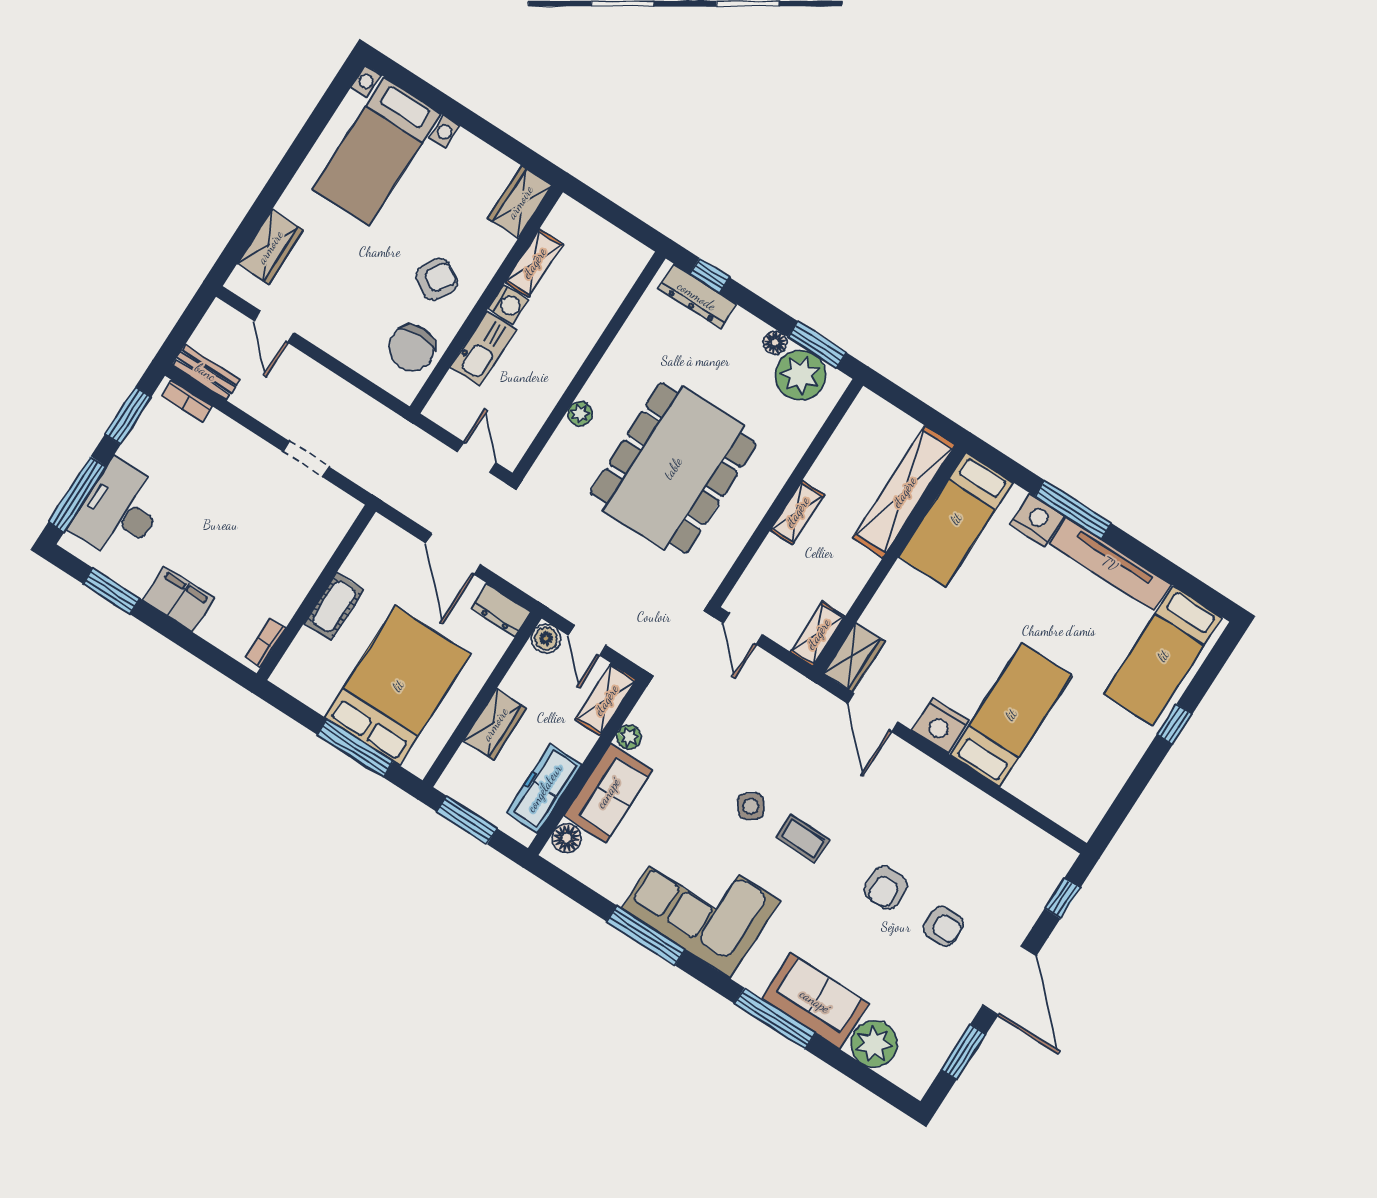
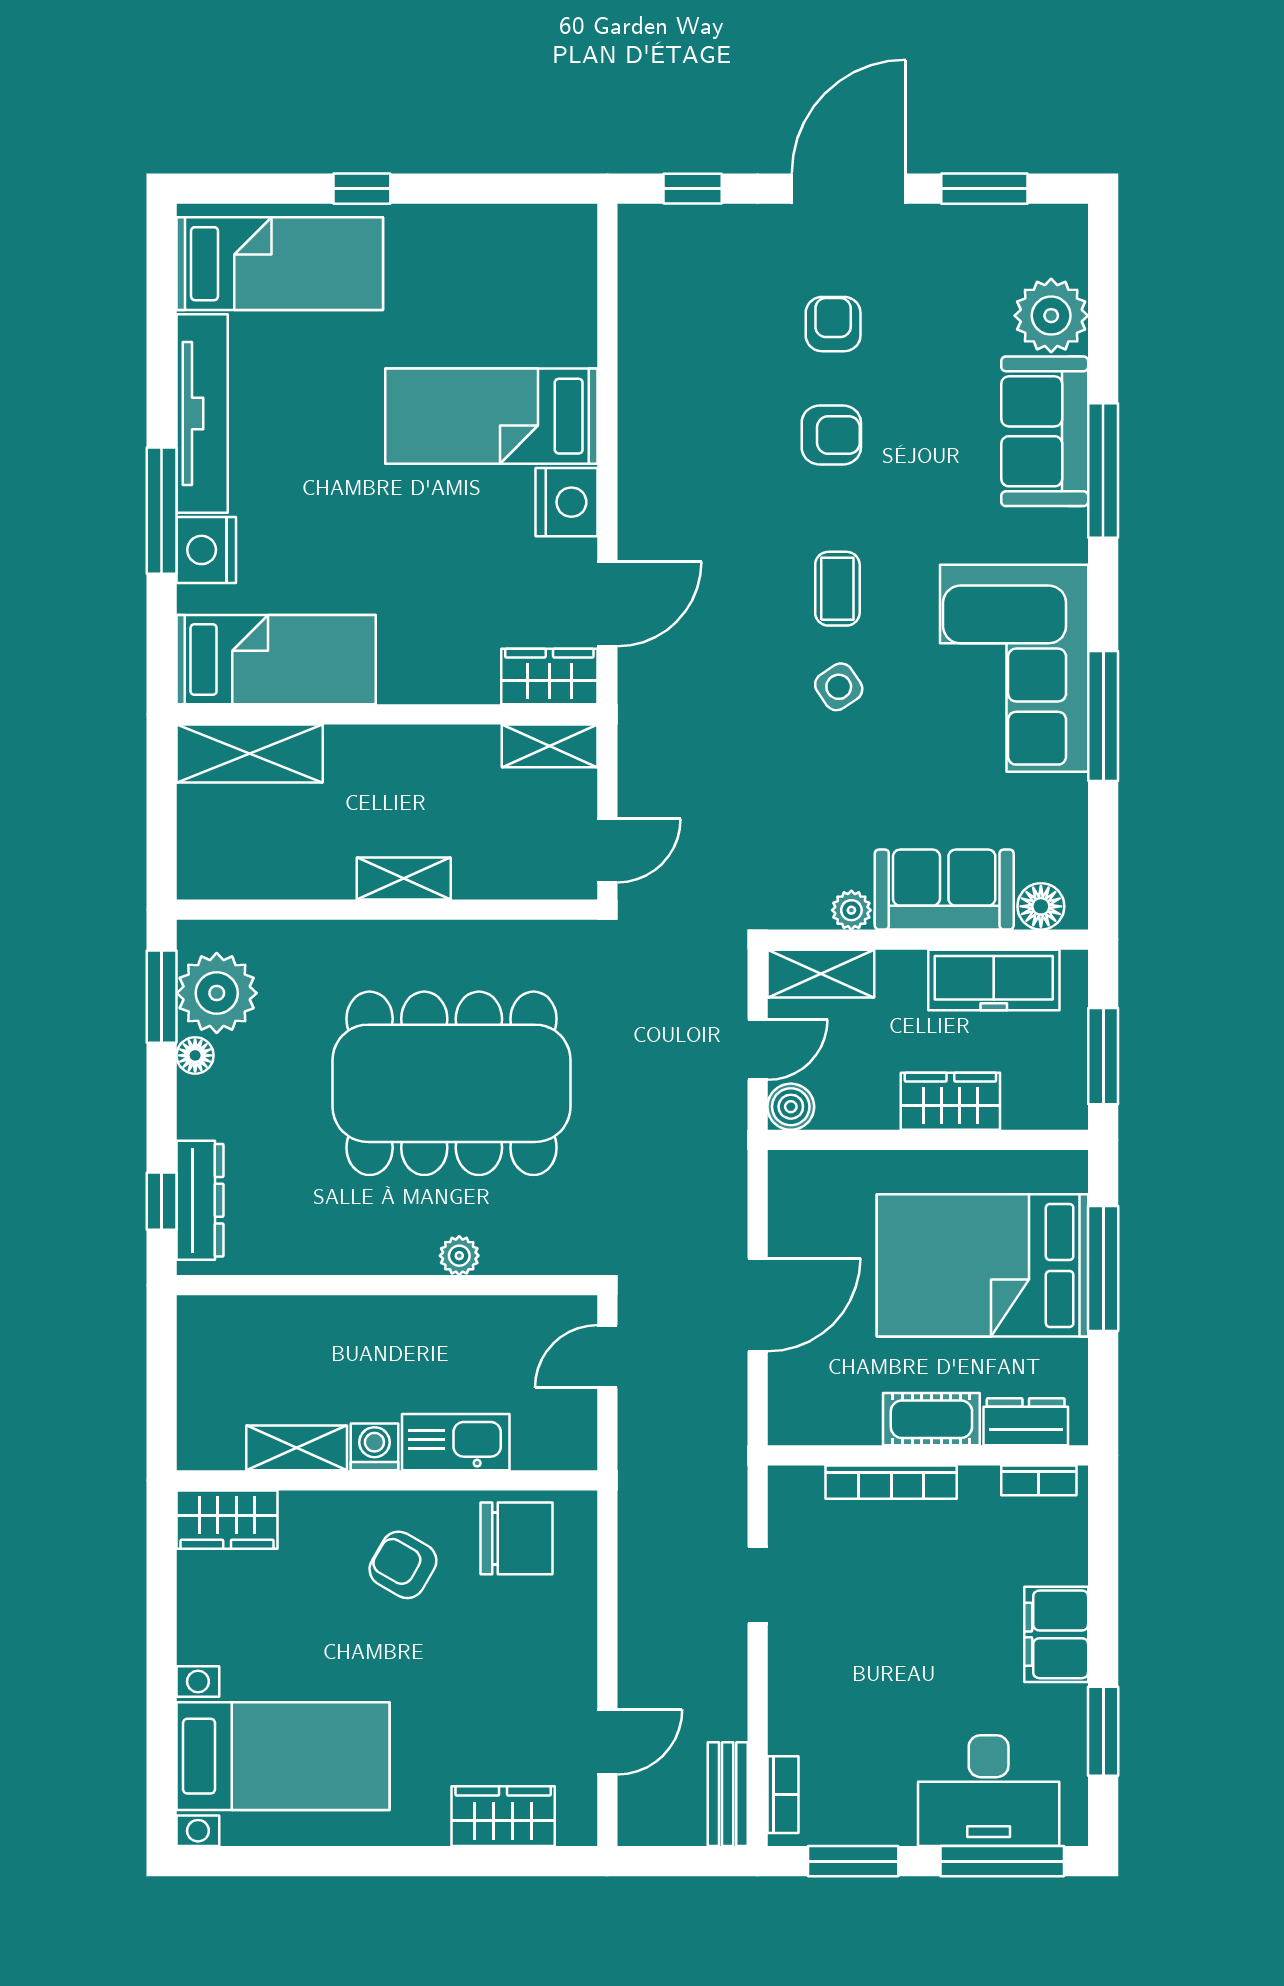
shelving: (904, 492) -> (250, 754), width x0.68
bookcase: (314, 564) -> (891, 1482), added
dresser: (501, 610) -> (1026, 1422), moved, turned -90

